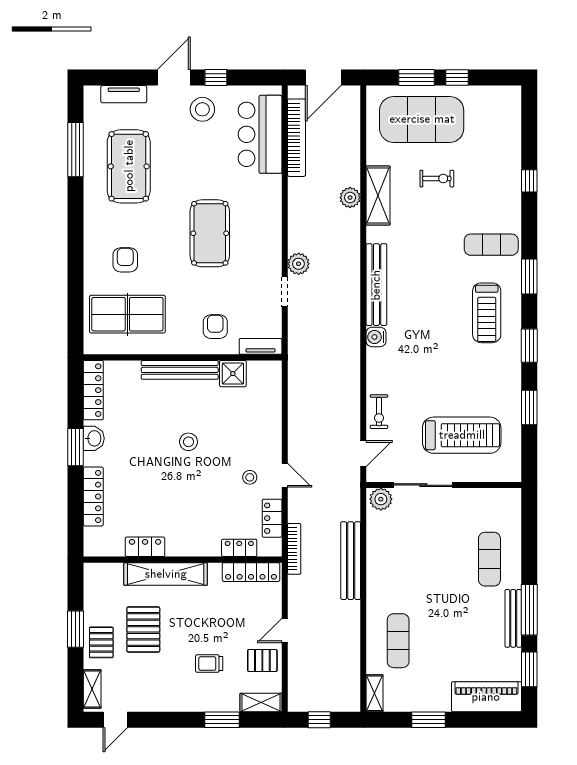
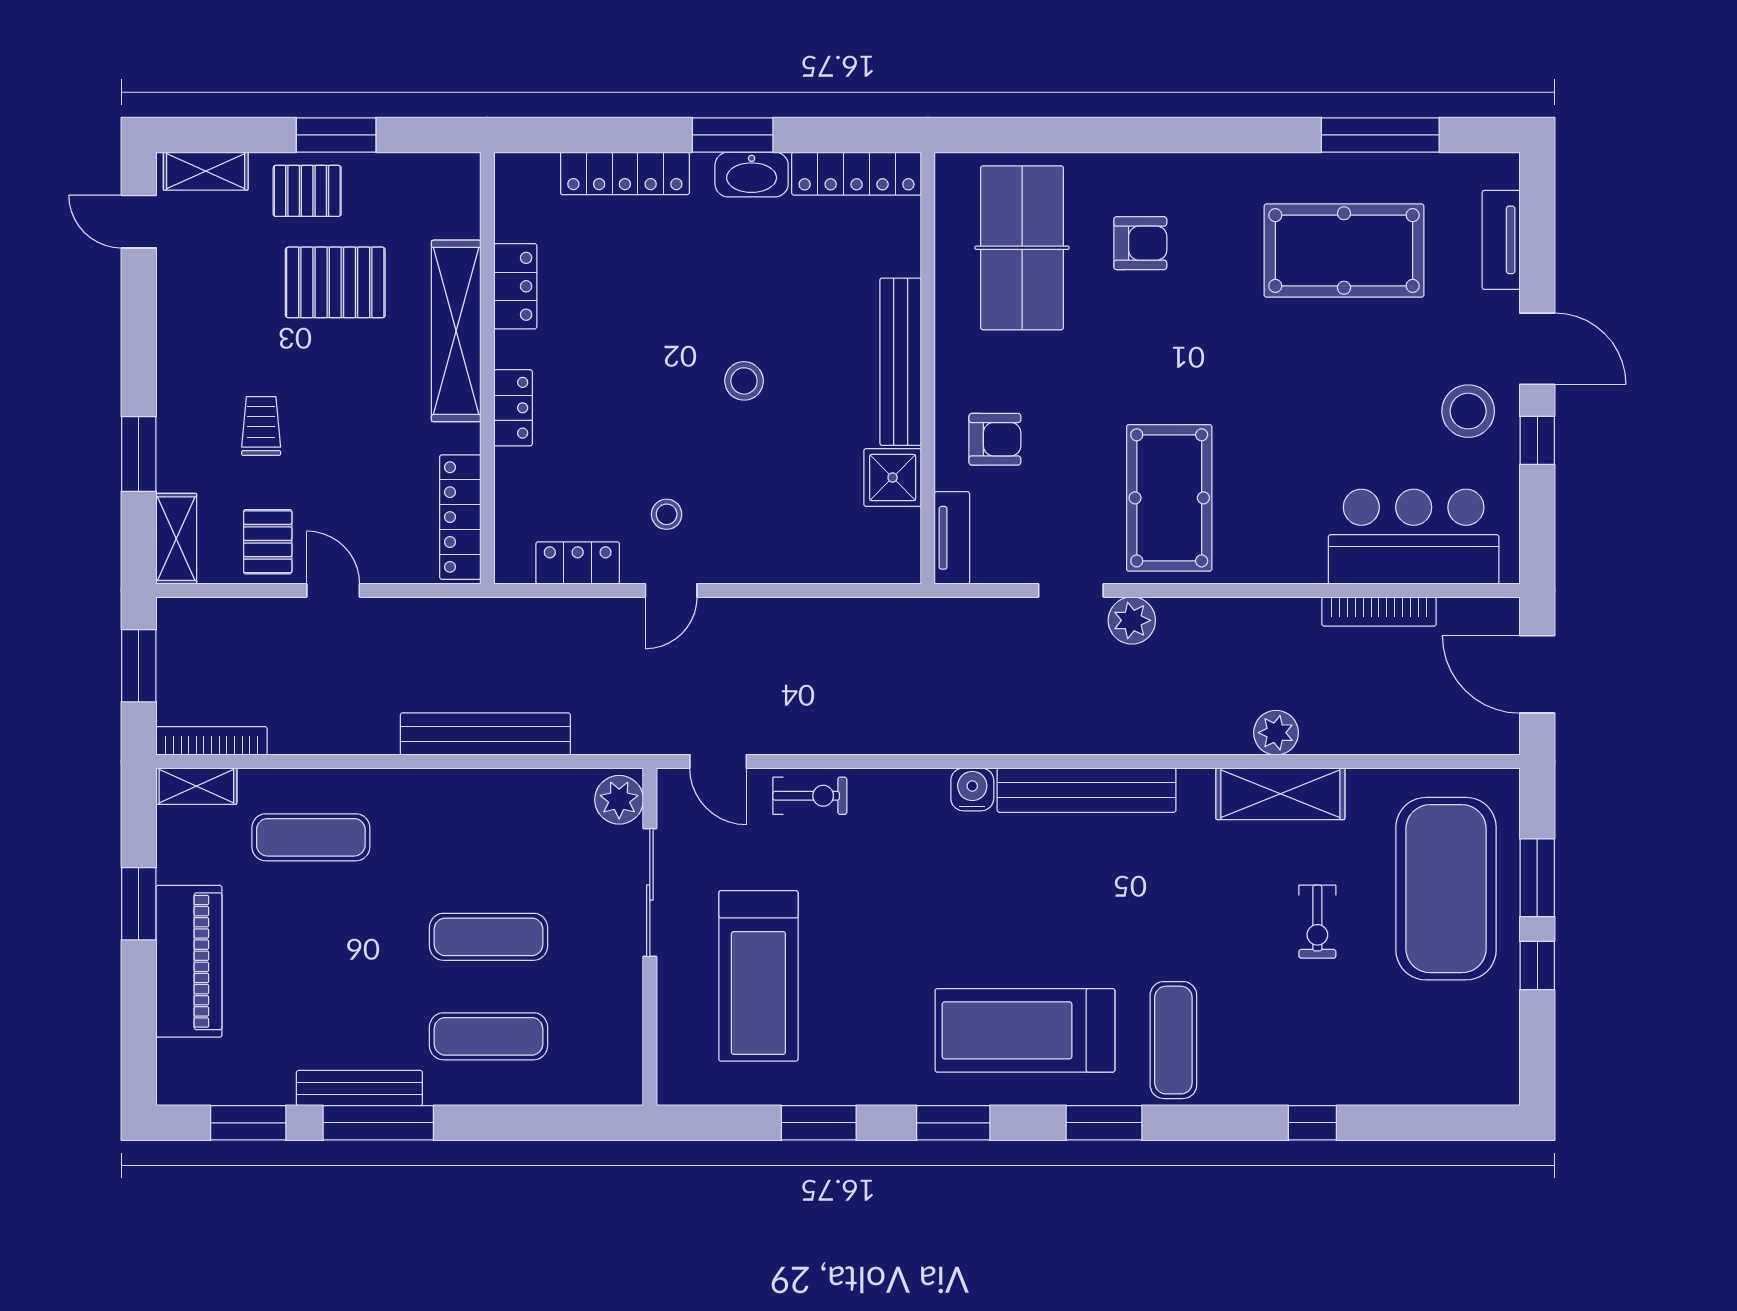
bookcase: (296, 138) -> (1379, 611), width x0.68, depth x0.76
pool table: (210, 233) -> (1169, 498), moved, turned 90
treadmill: (487, 313) -> (1025, 1030), width x1.37, depth x1.38
exercise bike: (379, 412) -> (810, 796), turned 180
washbasin: (94, 438) -> (752, 175), width x1.38
locker: (239, 548) -> (513, 408), moved
bookcase: (294, 549) -> (212, 741), moved, turned 180
exercise mat: (444, 559) -> (489, 937), added
piano: (486, 697) -> (189, 961), moved
window: (319, 720) -> (139, 666), width x1.50

